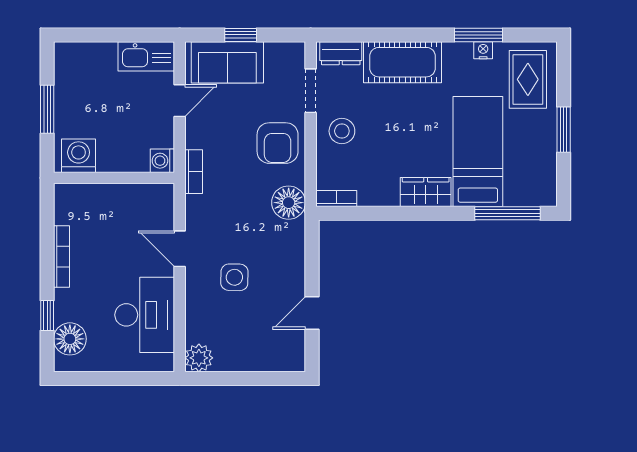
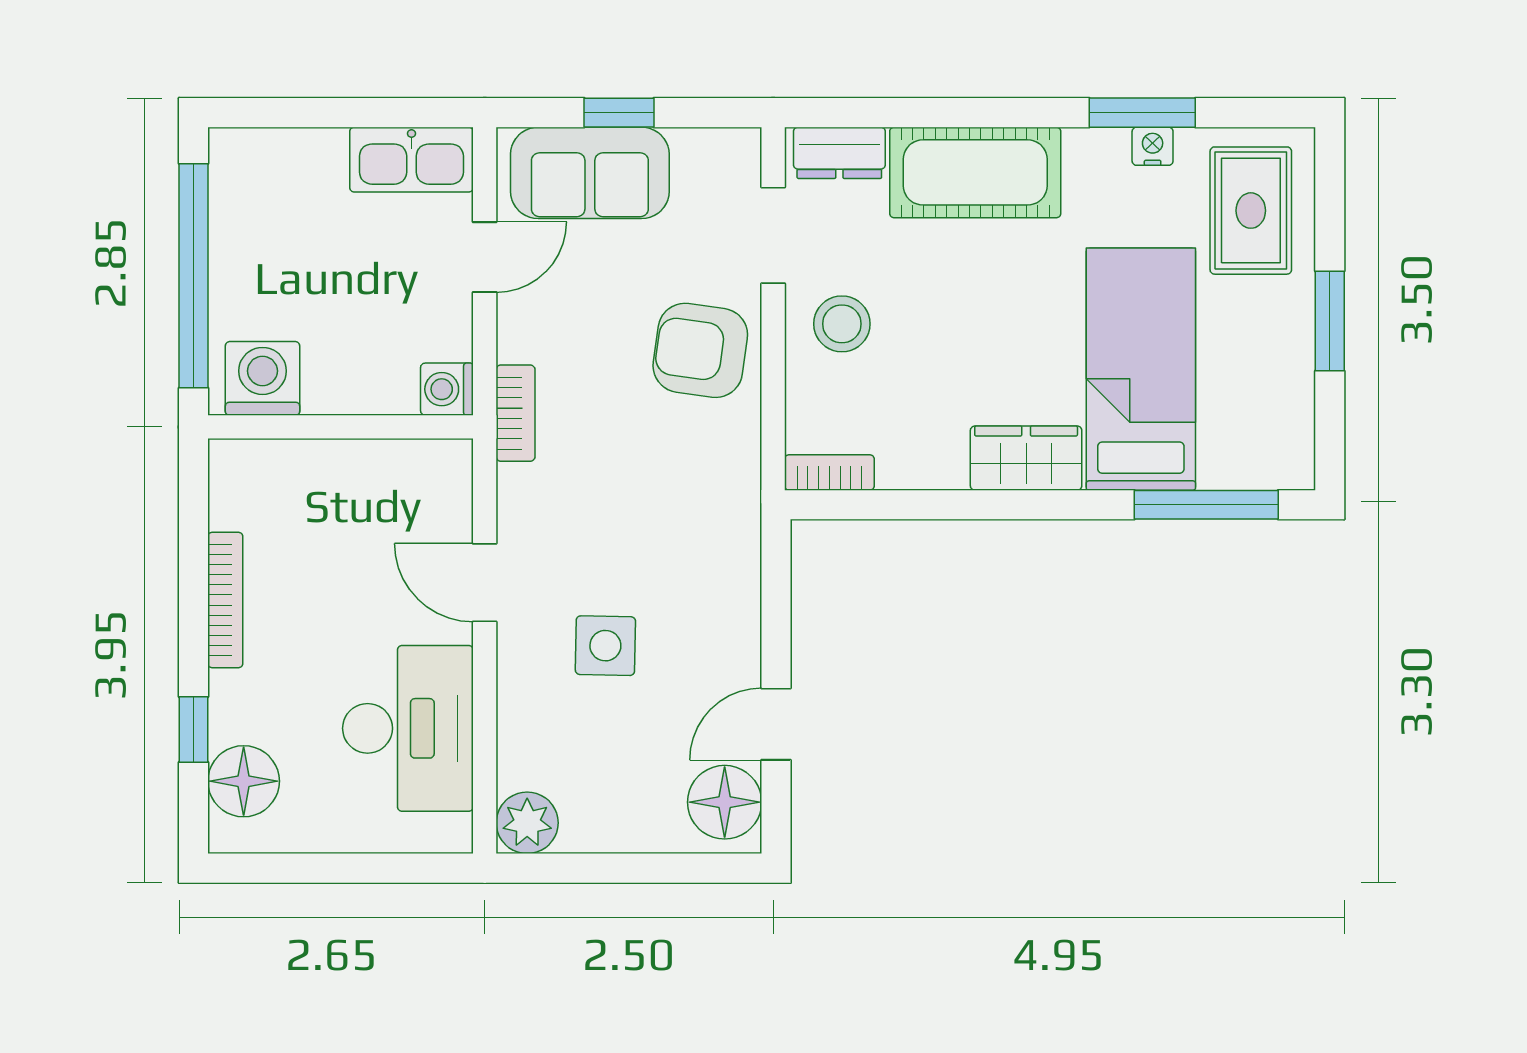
window: (47, 109) -> (193, 276), width x2.11
armchair: (278, 143) -> (700, 350), turned 98
floor lamp: (289, 203) -> (725, 802), moved

